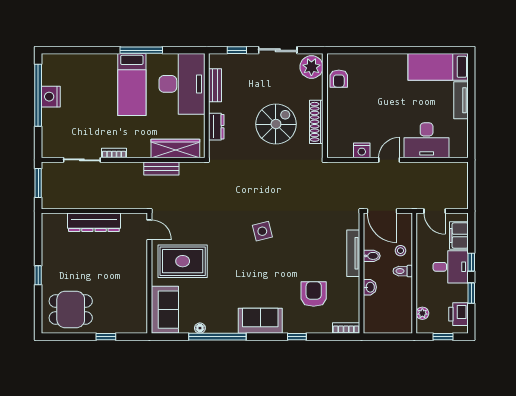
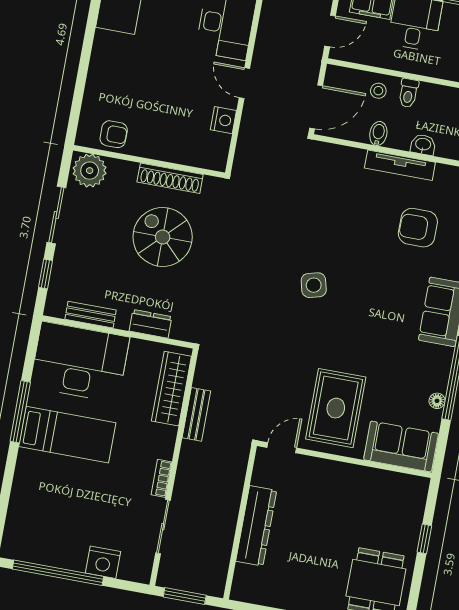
nightstand: (51, 97) -> (103, 562), moved
tv unit: (353, 253) -> (400, 165), moved

